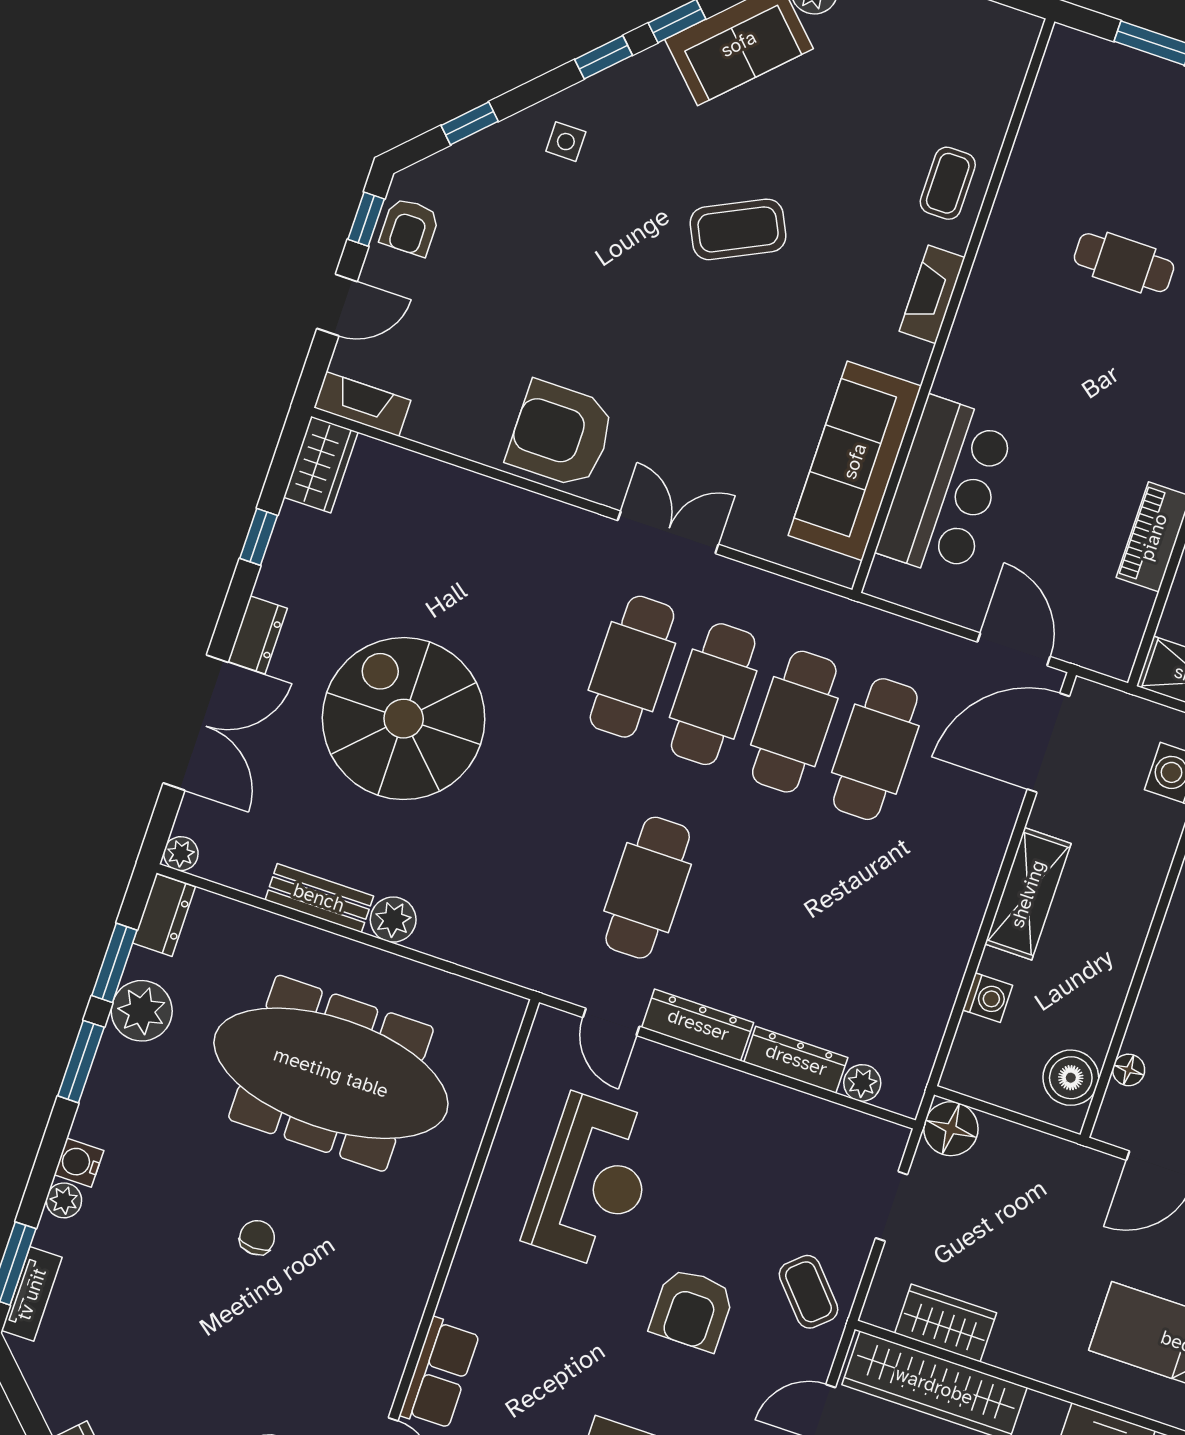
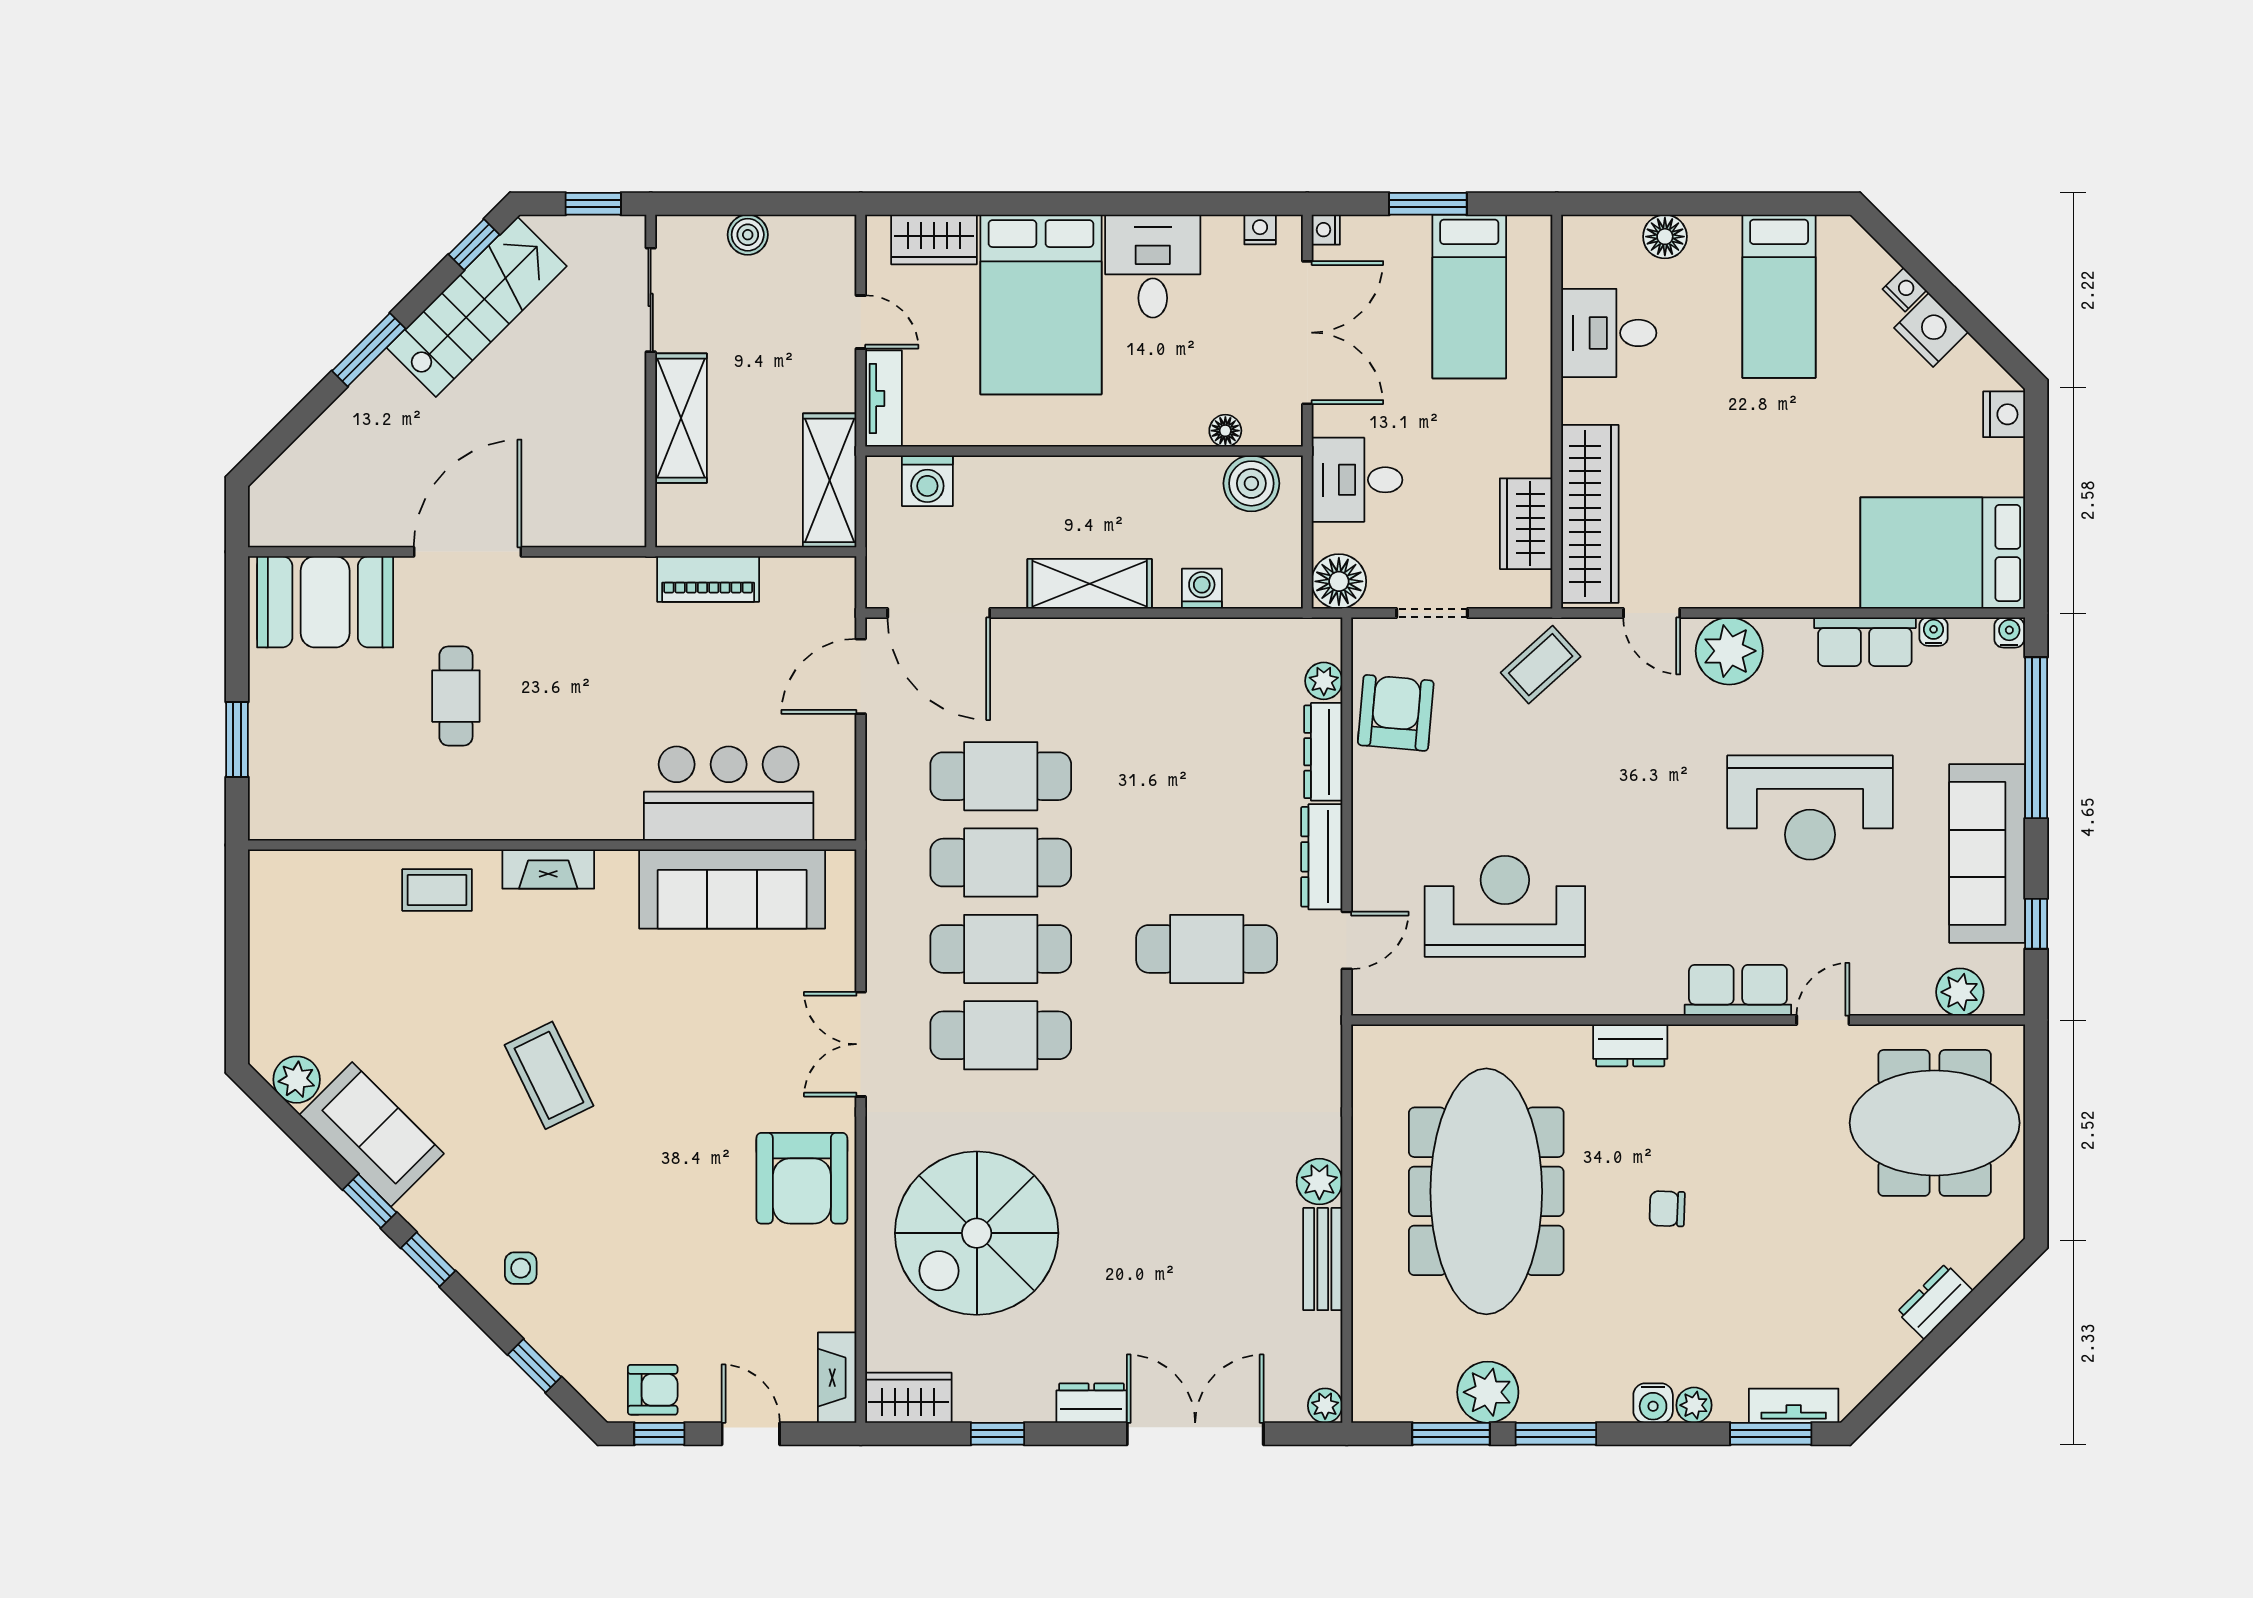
spiral stairs: (404, 719) -> (977, 1233), moved
dresser: (164, 915) -> (1630, 1045), moved, turned 180
desk: (1041, 1178) -> (1357, 480), added
armchair: (692, 1309) -> (1396, 713), moved, turned -85

